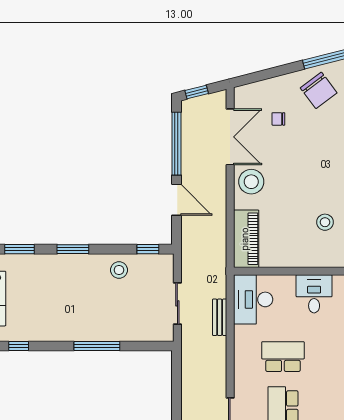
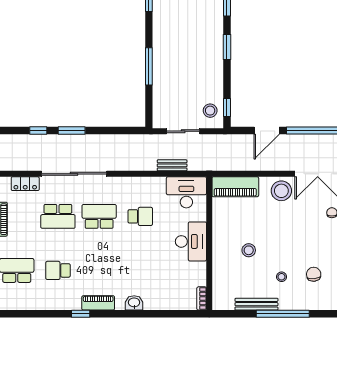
stool: (119, 270) -> (210, 111), moved
desk: (314, 294) -> (191, 241), width x1.37
school desk: (283, 357) -> (140, 216), width x0.54

